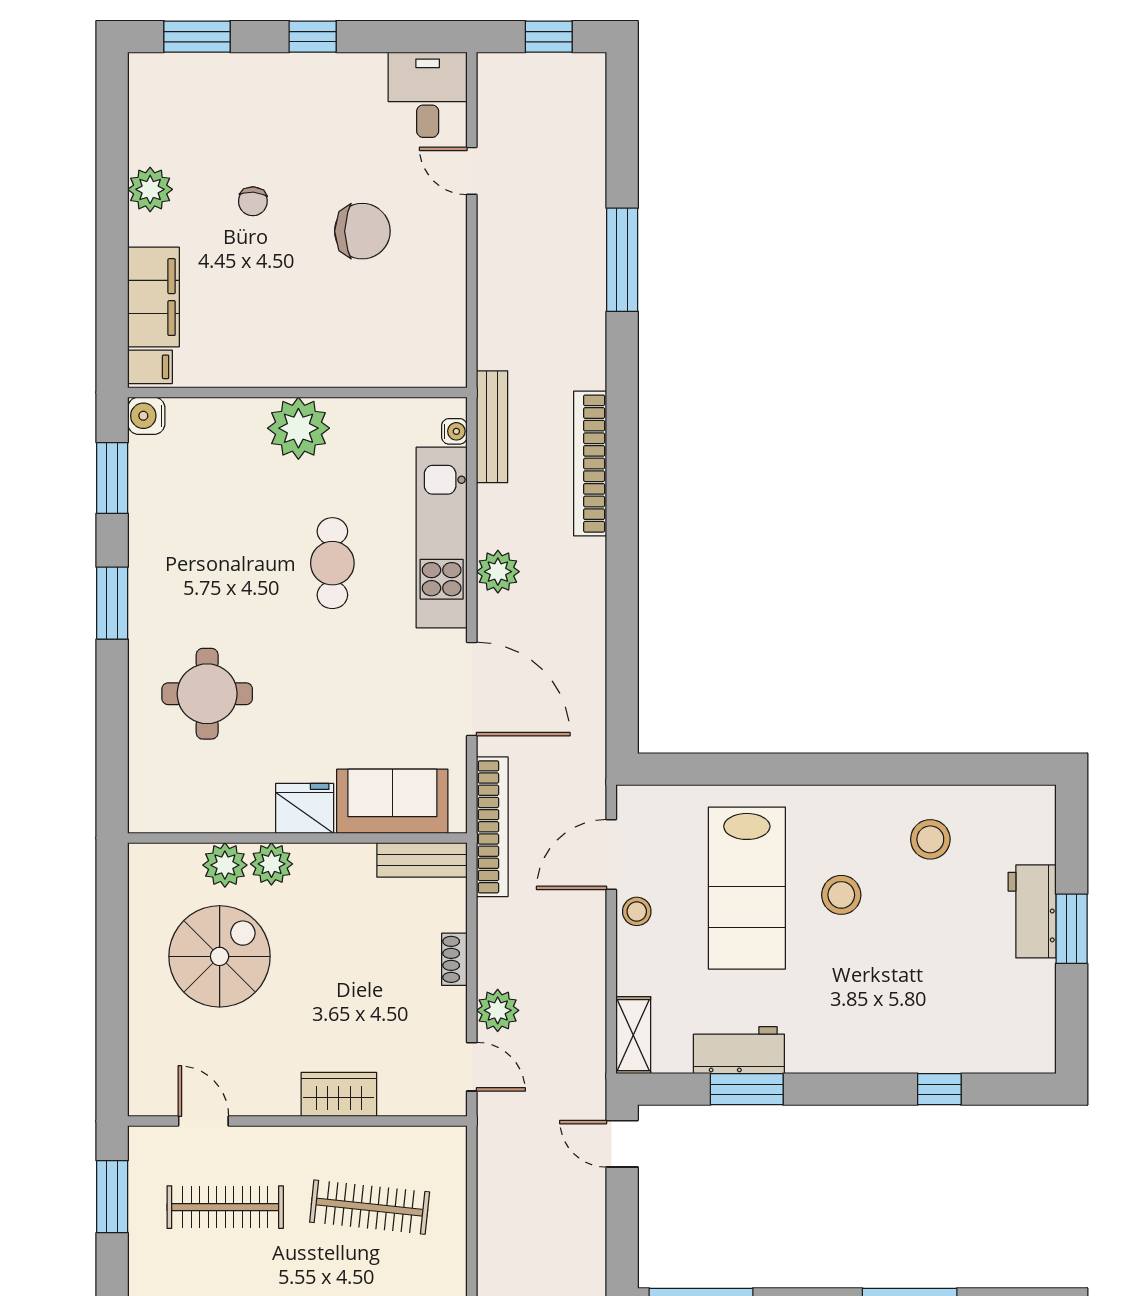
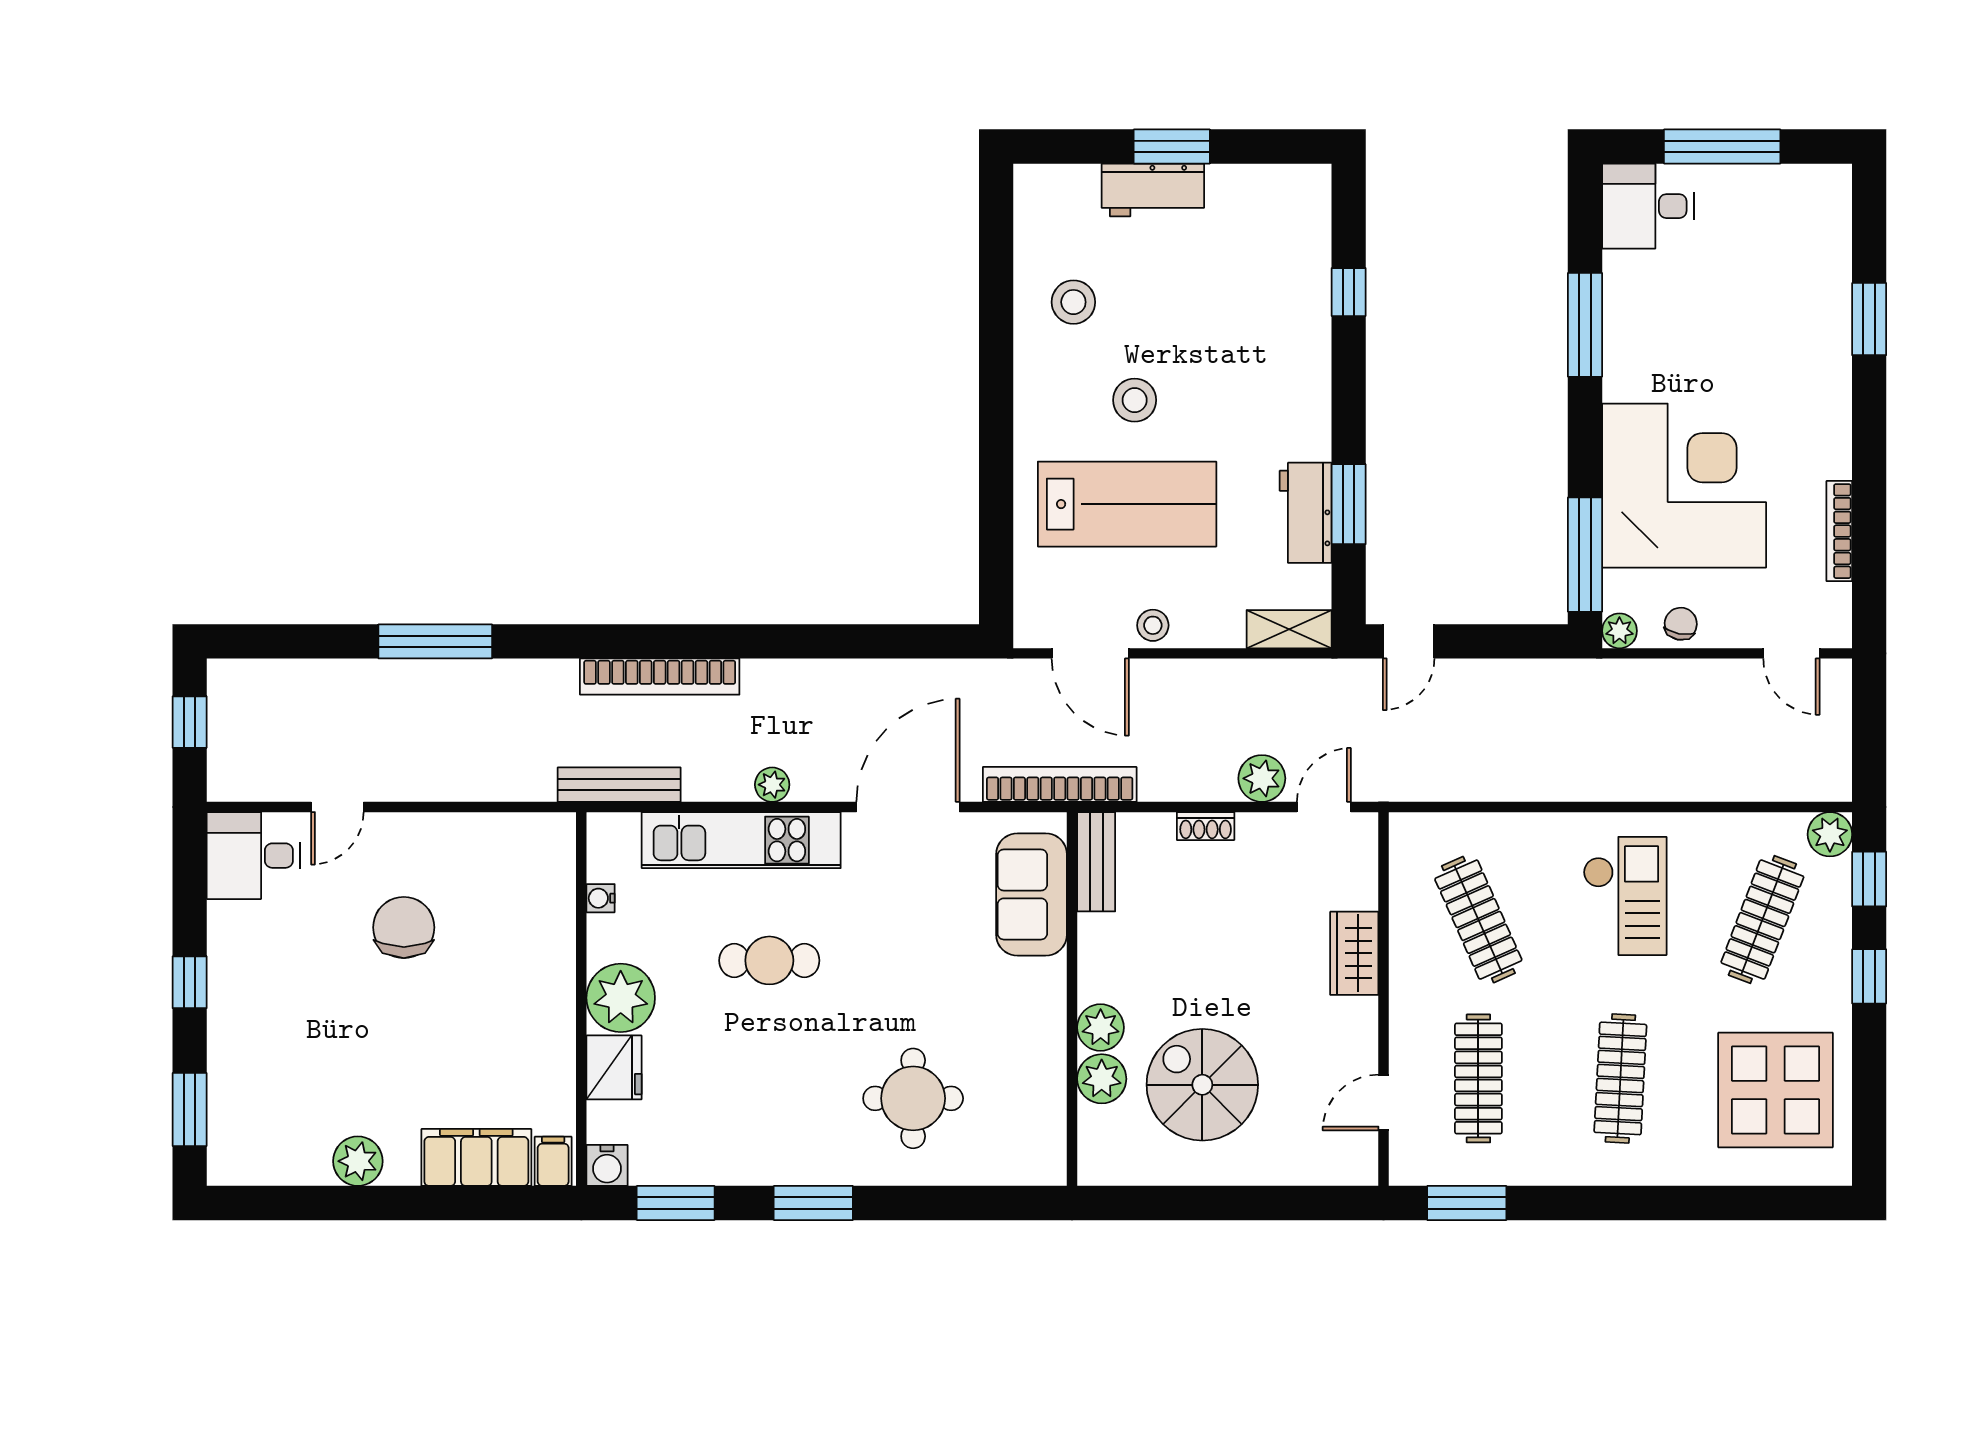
chair: (253, 201) -> (371, 1048), removed
water cooler: (454, 431) -> (601, 898), moved, turned -90
plant: (498, 572) -> (772, 785), width x0.73, depth x0.73
fridge: (305, 808) -> (614, 1067), moved, turned 180
clothes rail: (370, 1207) -> (1478, 920), turned -30

